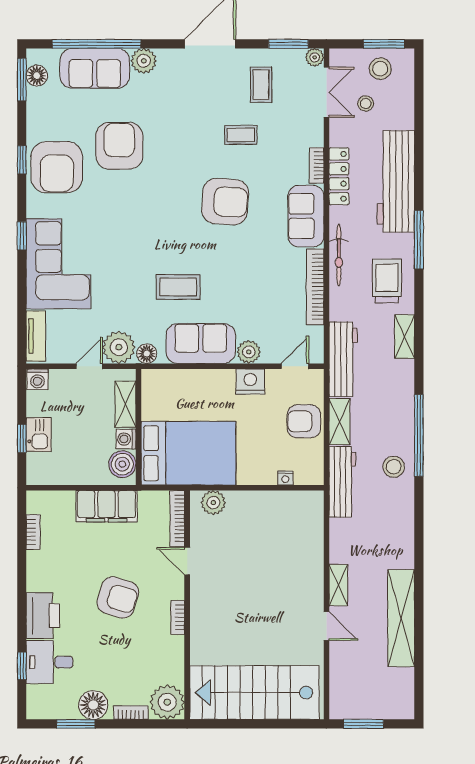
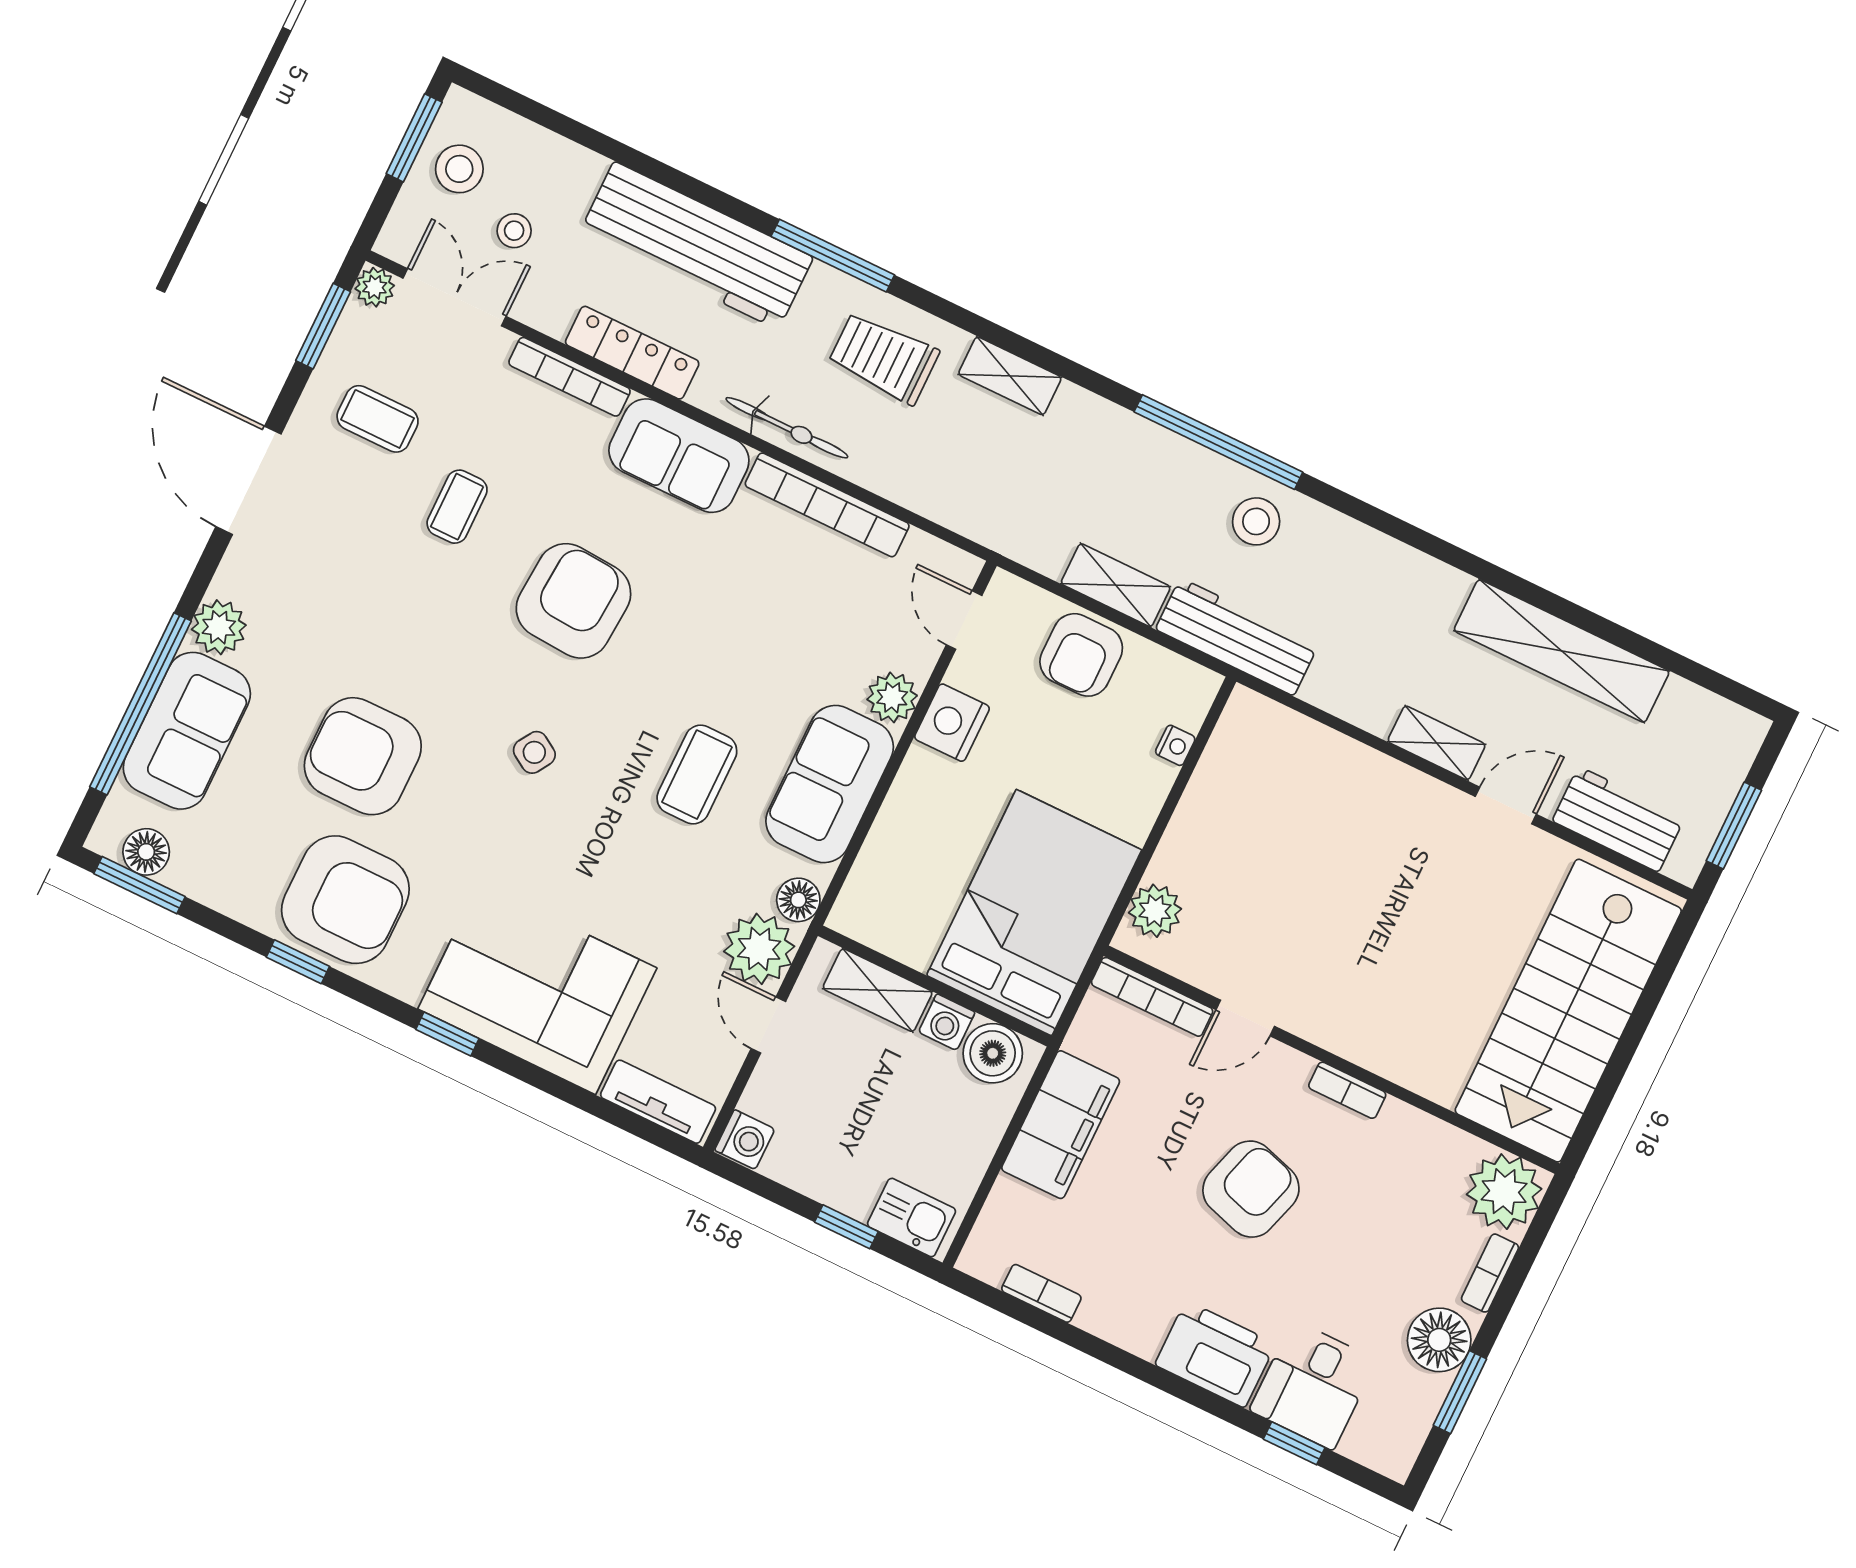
bookcase: (317, 165) -> (570, 377), width x1.56
side table: (155, 216) -> (534, 752), added
workbench: (343, 359) -> (1618, 819), moved, width x0.73
kitchen sink: (39, 435) -> (912, 1218), moved

